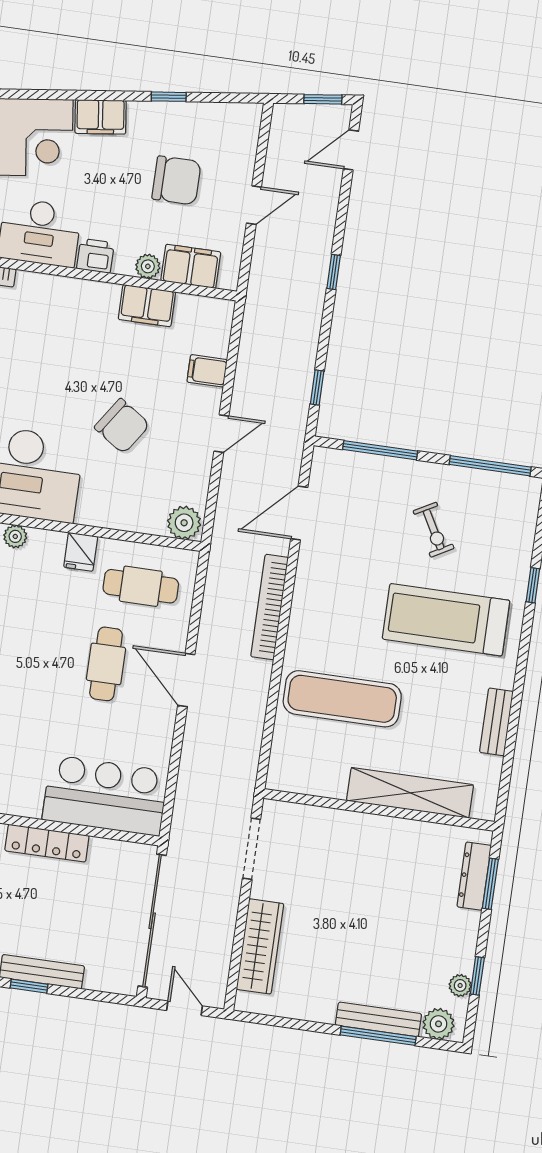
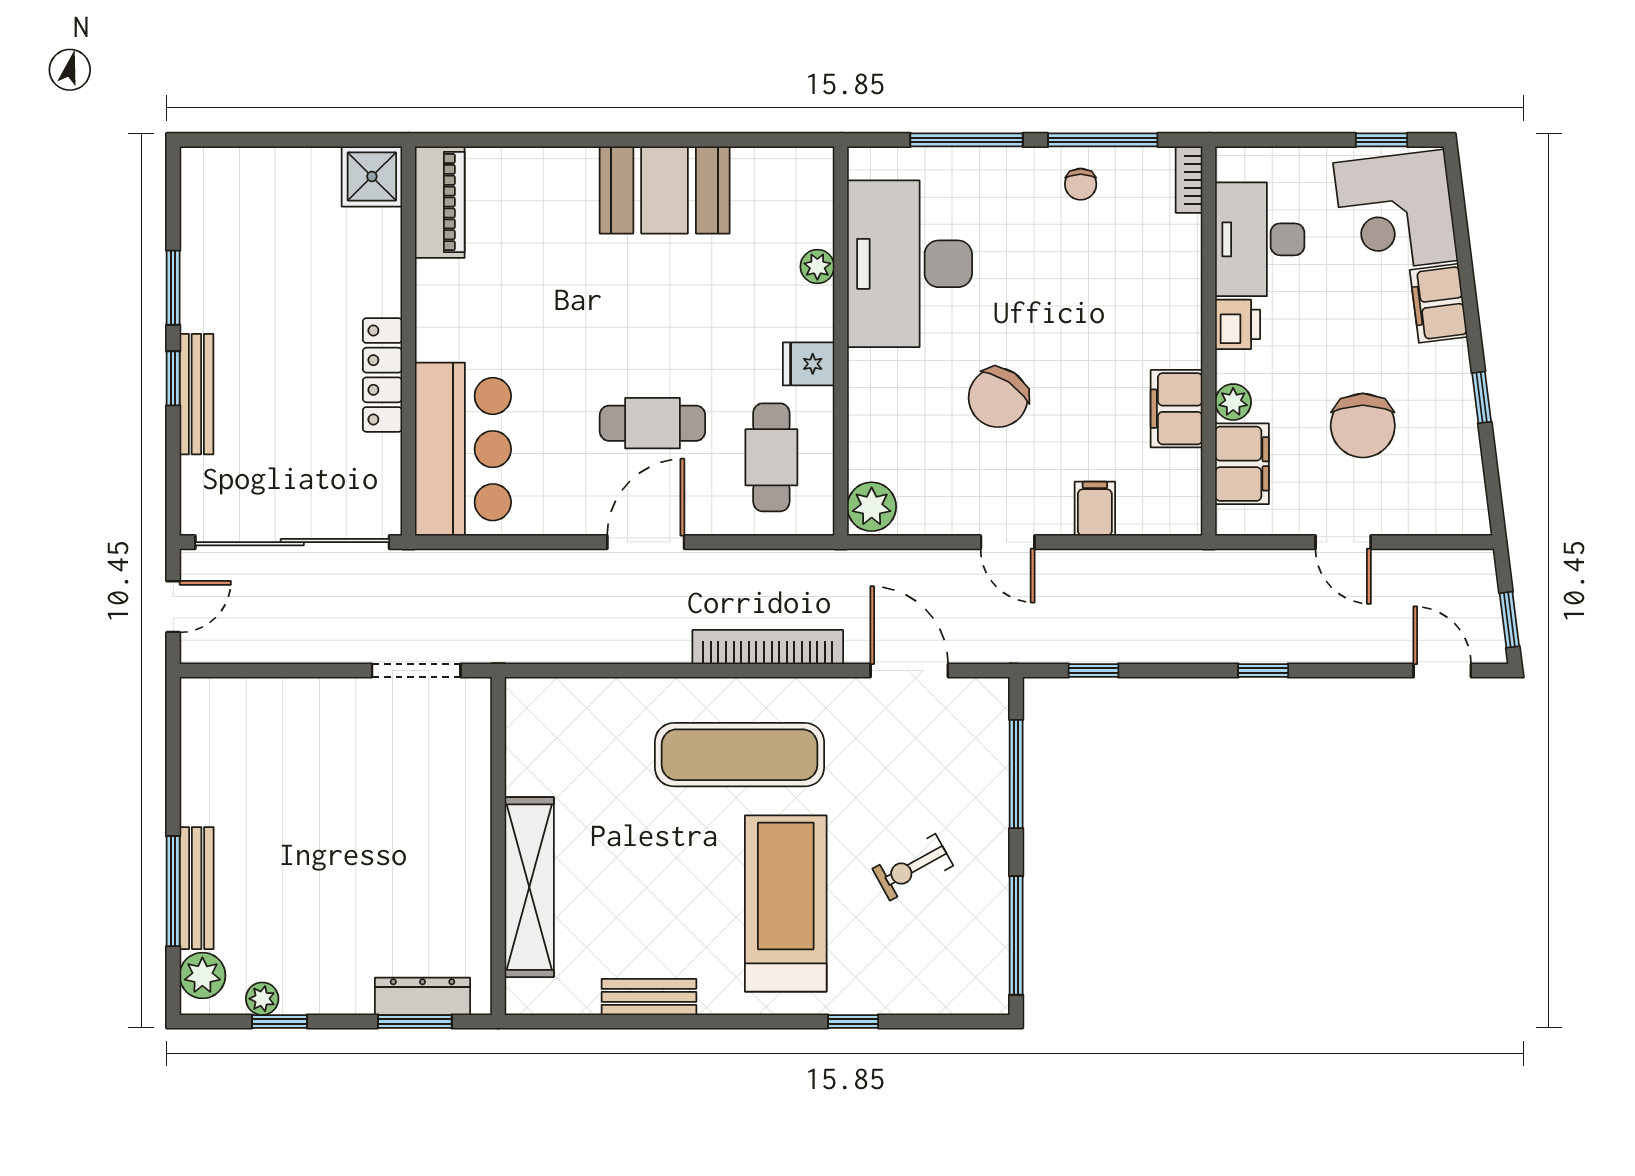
exercise mat: (342, 699) -> (739, 755), moved, turned 90
wardrobe: (260, 946) -> (277, 703), removed

